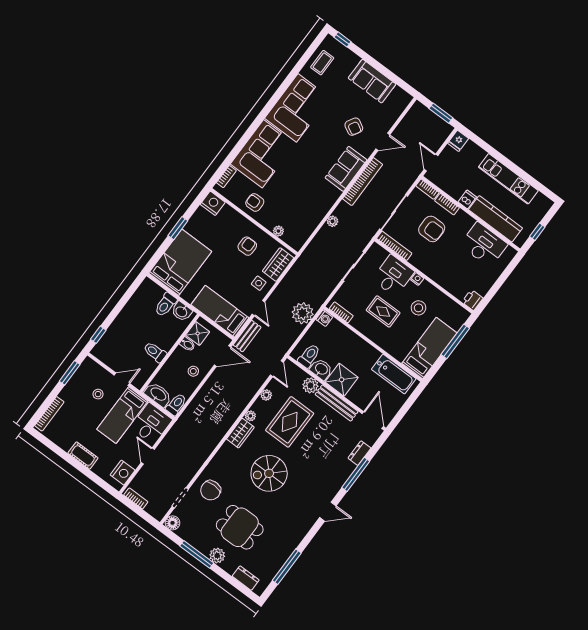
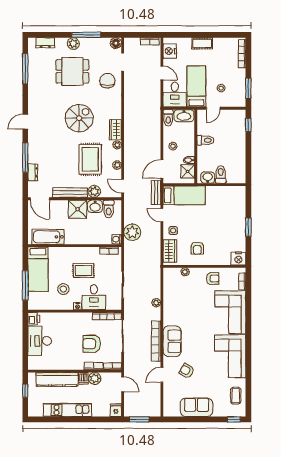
plant: (455, 190) -> (95, 378), added
desk: (484, 245) -> (40, 341), moved, turned 90
bed: (180, 262) -> (231, 207), removed

